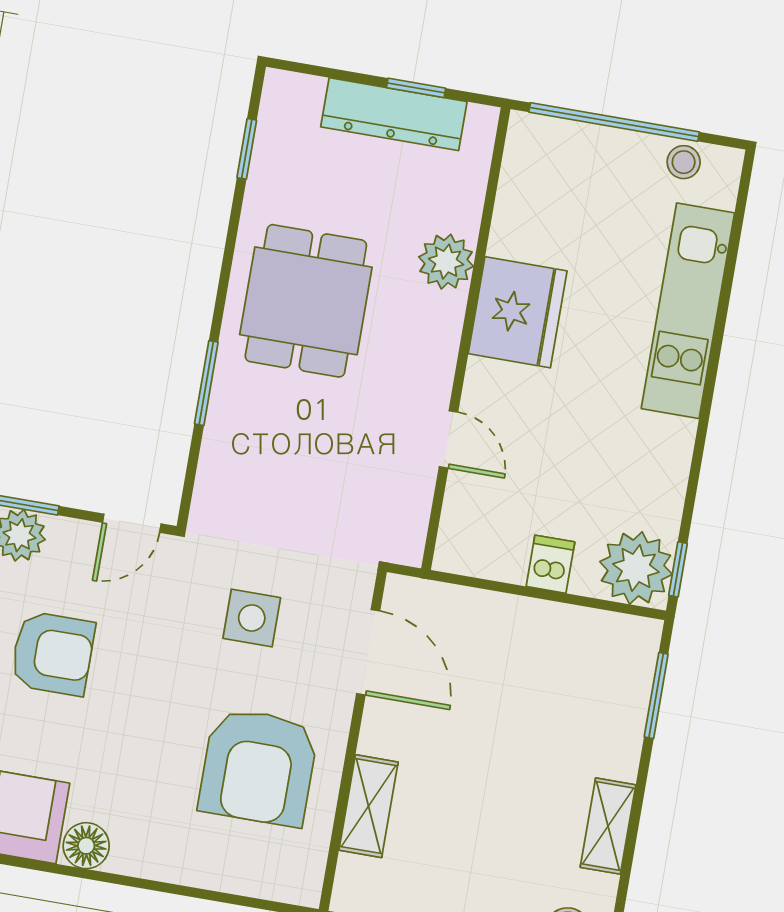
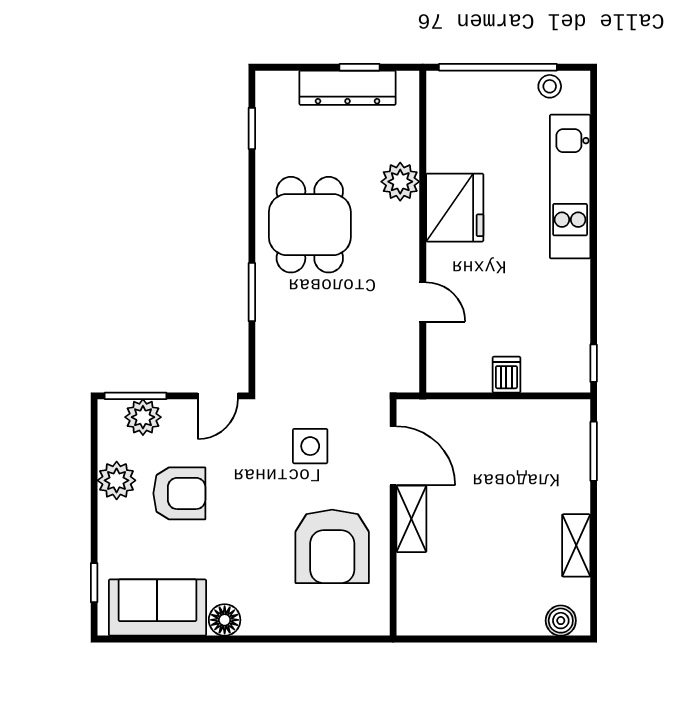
plant: (636, 568) -> (565, 367), removed
shelving: (369, 806) -> (411, 519), moved

